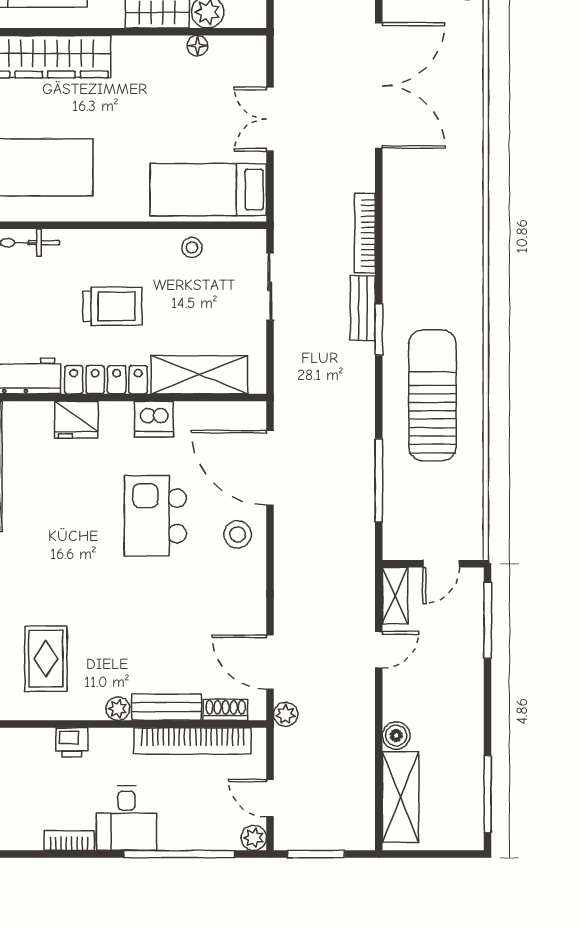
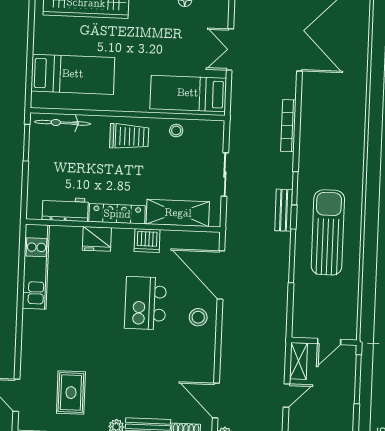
sliding door: (270, 286) -> (225, 174), moved
trolley: (112, 306) -> (129, 136), moved
bench: (363, 308) -> (284, 210), moved
window: (379, 480) -> (292, 256), moved

